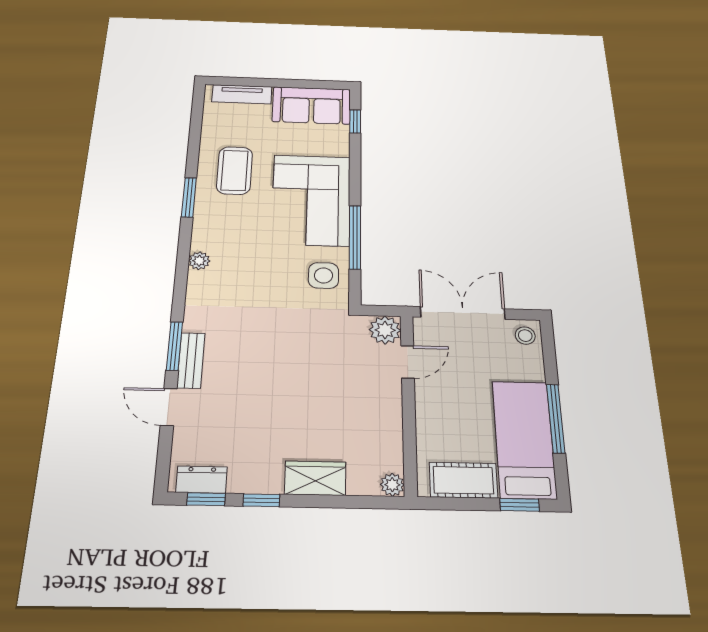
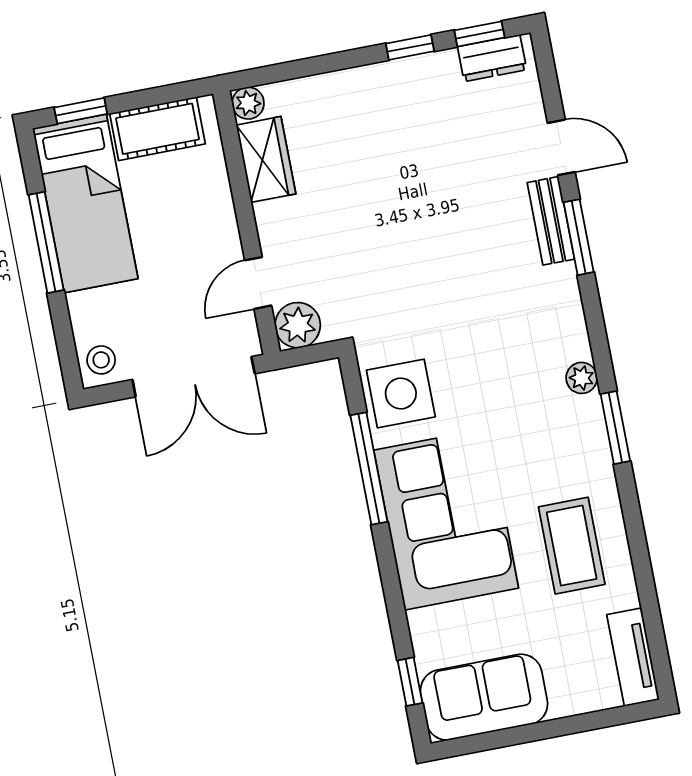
tv unit: (242, 94) -> (633, 657), moved, turned -90
window: (189, 197) -> (615, 428), moved
side table: (323, 275) -> (401, 393), width x1.37, depth x1.37
wardrobe: (315, 478) -> (266, 159), moved, turned -90

